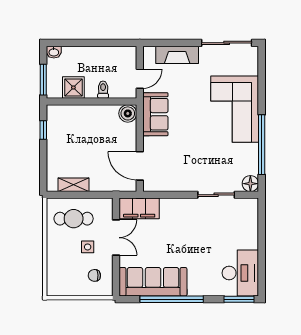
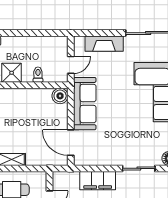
sofa: (155, 114) -> (85, 104), width x1.36
filing cabinet: (139, 208) -> (98, 181), moved

